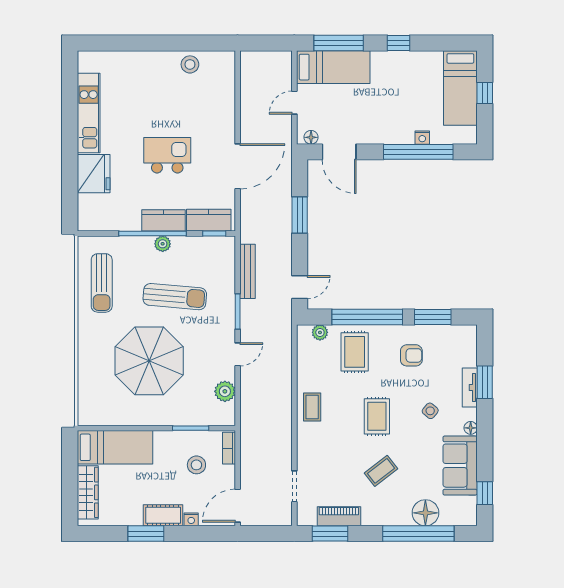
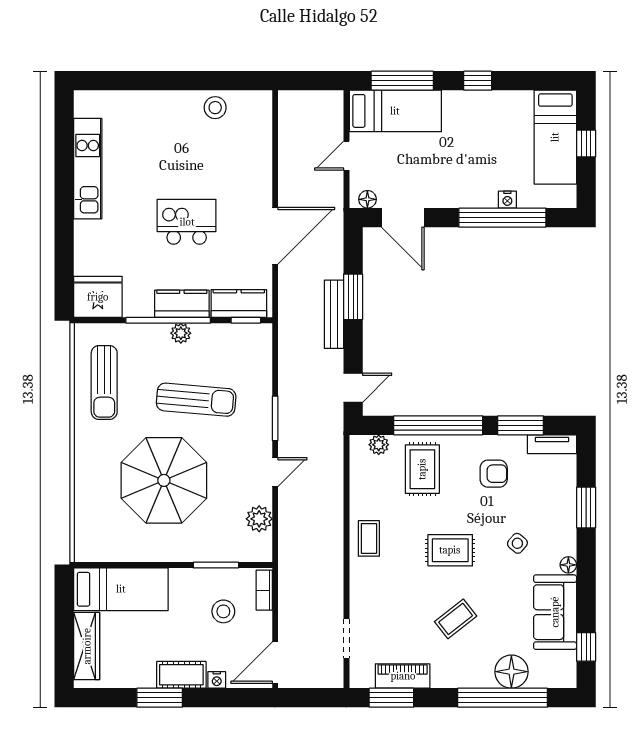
fridge: (94, 174) -> (98, 297), moved, turned -90
bench: (247, 271) -> (334, 314), moved
tv unit: (470, 387) -> (552, 444), moved, turned -90
rug: (377, 416) -> (450, 550), turned 90

